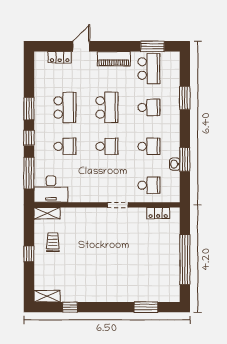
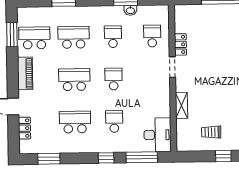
school desk: (149, 107) -> (74, 37), width x1.85
window: (29, 109) -> (49, 159), moved
shelving: (47, 213) -> (181, 106), moved
locker: (158, 213) -> (180, 44), moved

